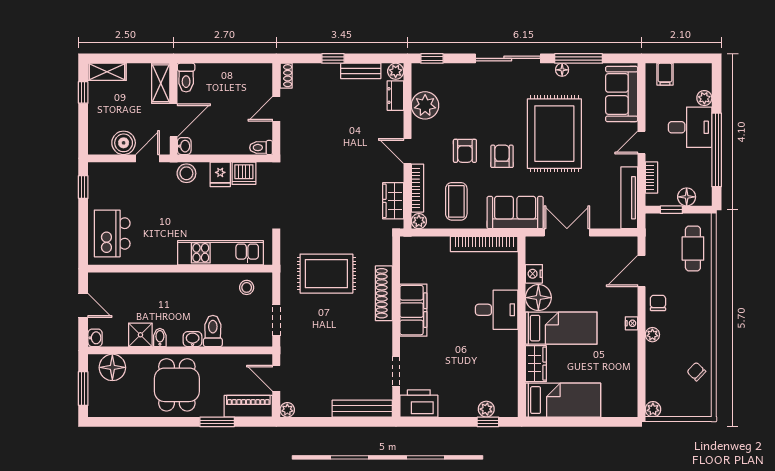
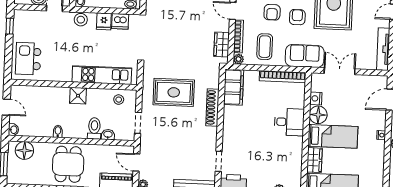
filing cabinet: (413, 310) -> (234, 87), moved
shower: (140, 335) -> (78, 96), moved
washbasin: (193, 339) -> (108, 135), moved

